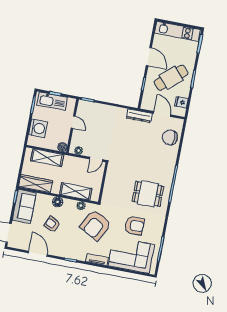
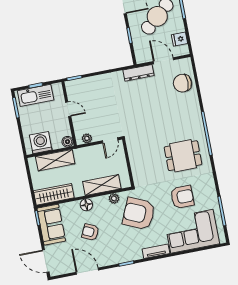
washing machine: (38, 128) -> (41, 143), moved, turned -90
armchair: (96, 225) -> (139, 214), turned 86

